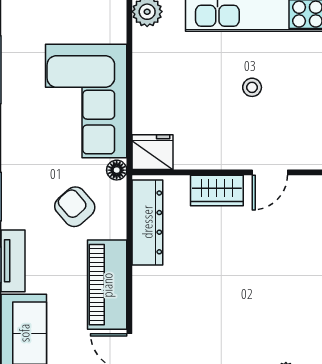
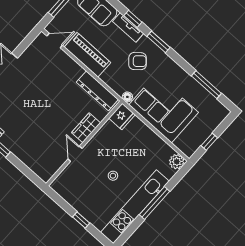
armchair: (75, 207) -> (138, 61), moved

